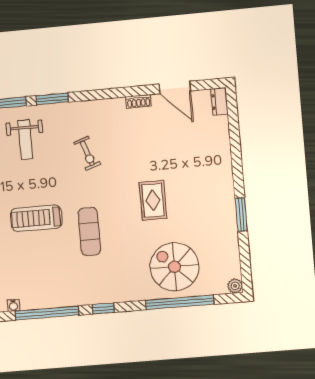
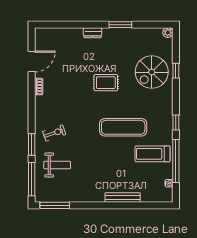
dresser: (219, 102) -> (93, 33), moved
exercise bike: (87, 153) -> (54, 133), moved
treadmill: (36, 218) -> (152, 154), moved, turned 90
exercise mat: (89, 232) -> (123, 127), width x1.36, depth x1.45
window: (180, 302) -> (176, 71), width x0.32

